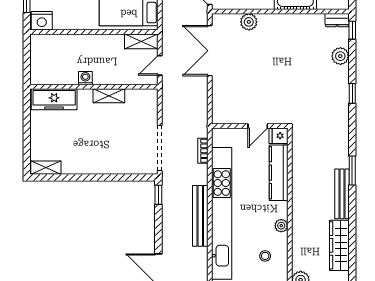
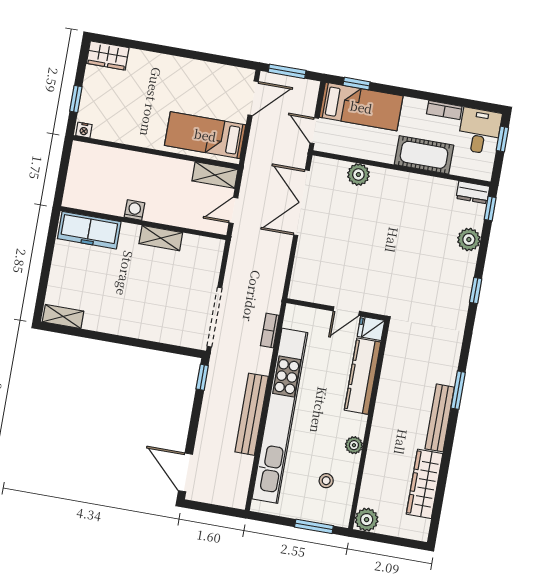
nightstand: (42, 21) -> (84, 130), width x0.53, depth x0.56

